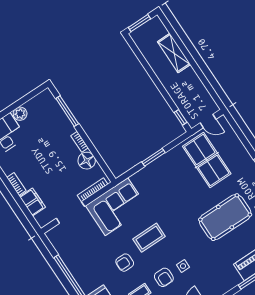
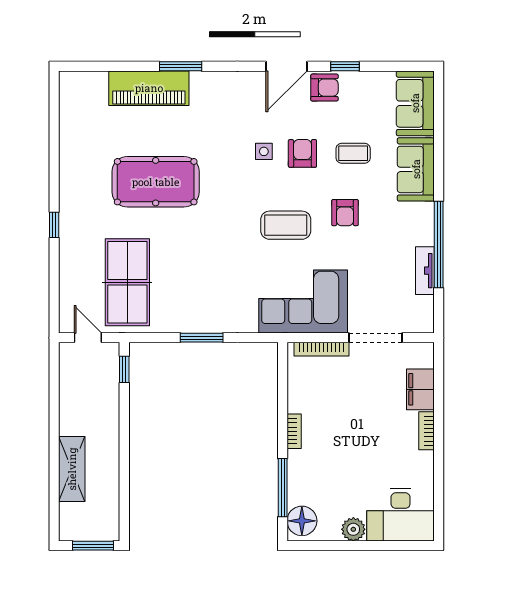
floor lamp: (87, 161) -> (302, 521), moved
tv unit: (68, 260) -> (425, 271), added
armchair: (125, 263) -> (345, 213), turned 90

